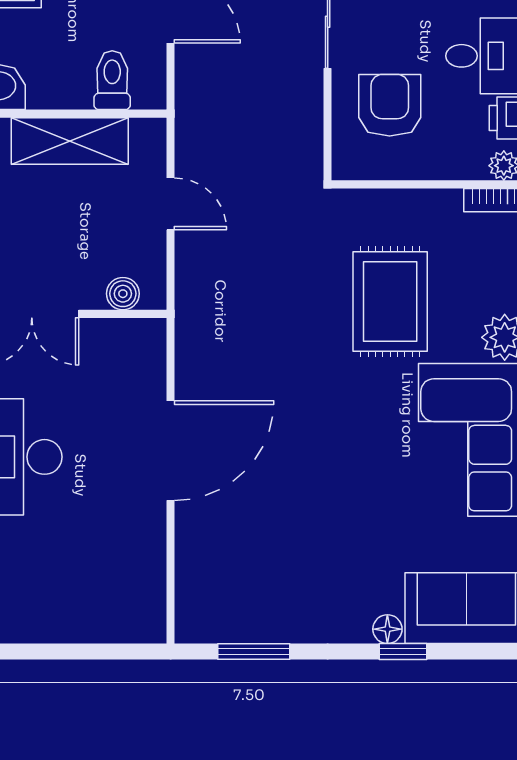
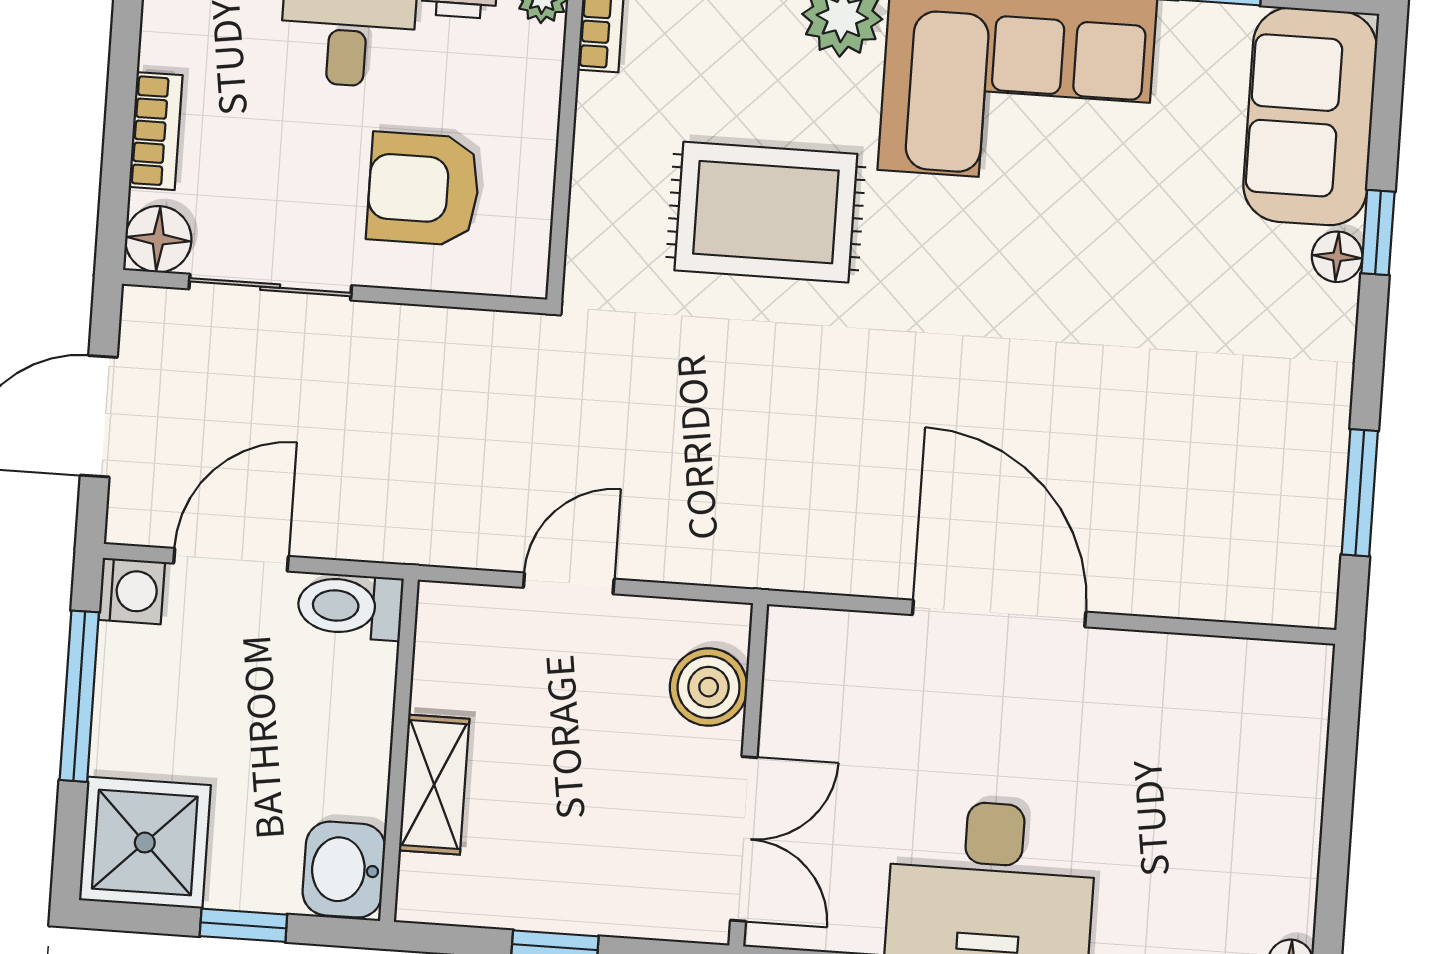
toilet: (112, 80) -> (350, 606), moved
shelving: (70, 141) -> (434, 785), width x0.67, depth x0.75
boiler: (123, 294) -> (709, 687), width x1.36, depth x1.36

